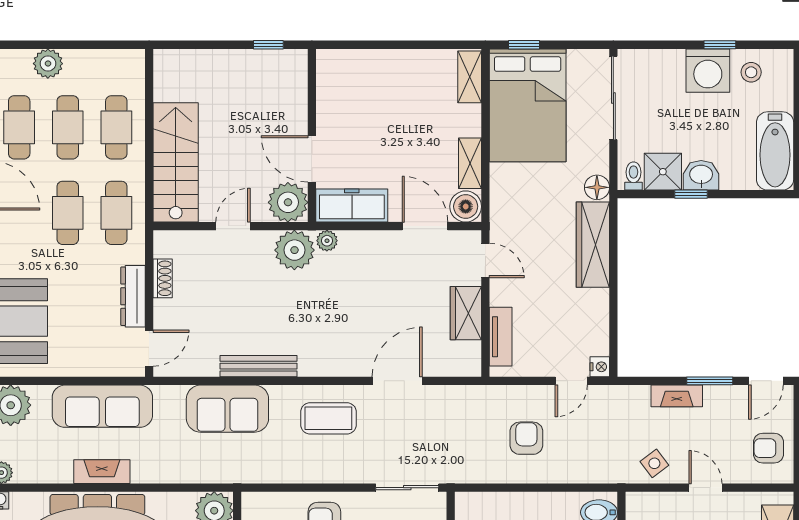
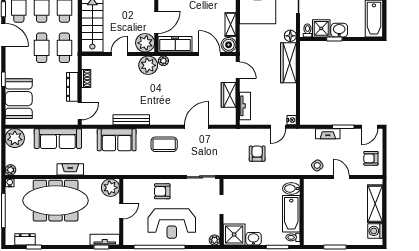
door: (312, 159) -> (156, 22), swing flipped
fireplace: (102, 472) -> (70, 169), moved

